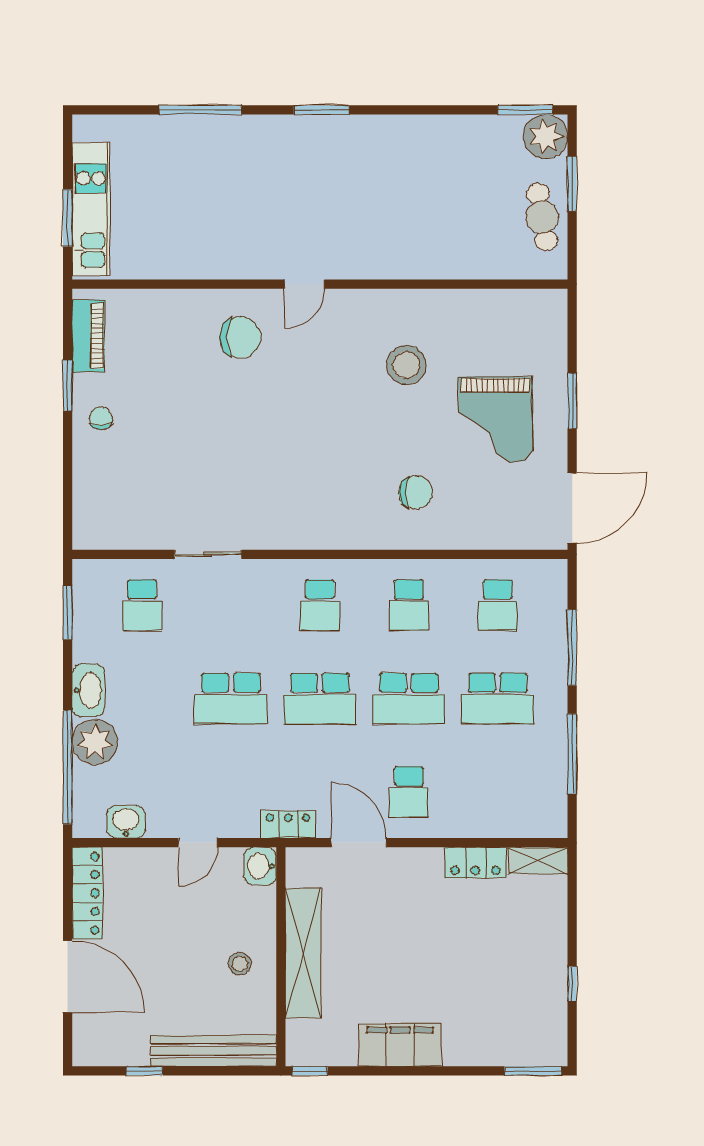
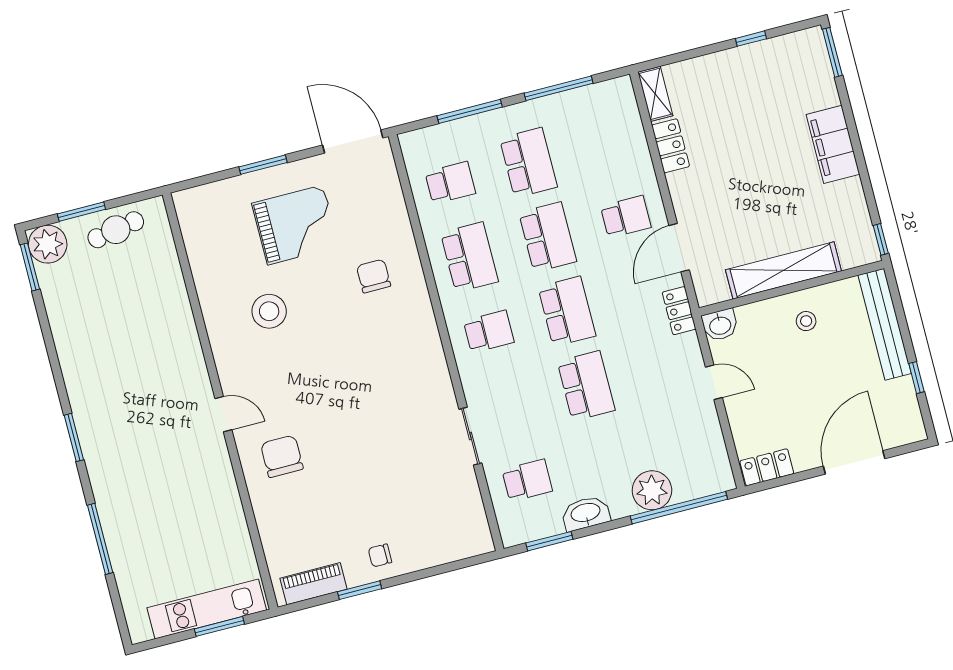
school desk: (409, 605) -> (469, 257), width x1.85
washbasin: (88, 690) -> (586, 513), moved
washbasin: (126, 822) -> (712, 447), removed
locker: (87, 893) -> (767, 467), width x0.66
filing cabinet: (400, 1045) -> (833, 144), moved

